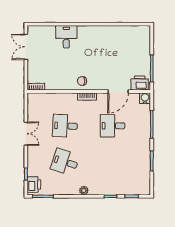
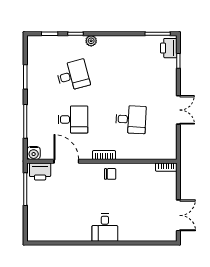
desk: (66, 37) -> (105, 228), moved
door: (118, 91) -> (66, 161), hinge flipped
double door: (26, 134) -> (178, 110), swing flipped
desk: (65, 162) -> (73, 75), moved, turned -33
plant: (84, 191) -> (91, 41), moved

